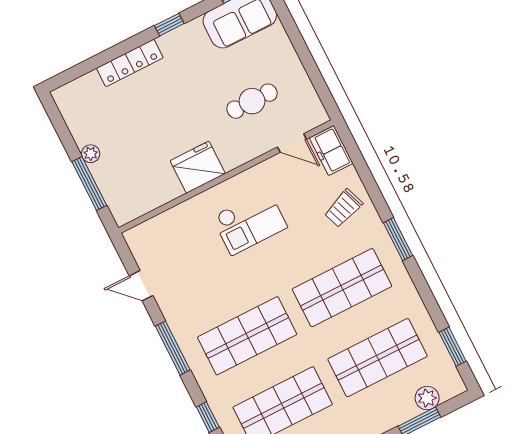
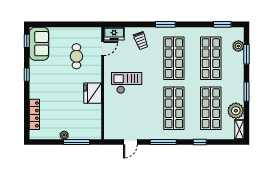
locker: (130, 63) -> (34, 114), moved
checkout: (250, 222) -> (127, 83), turned -90

